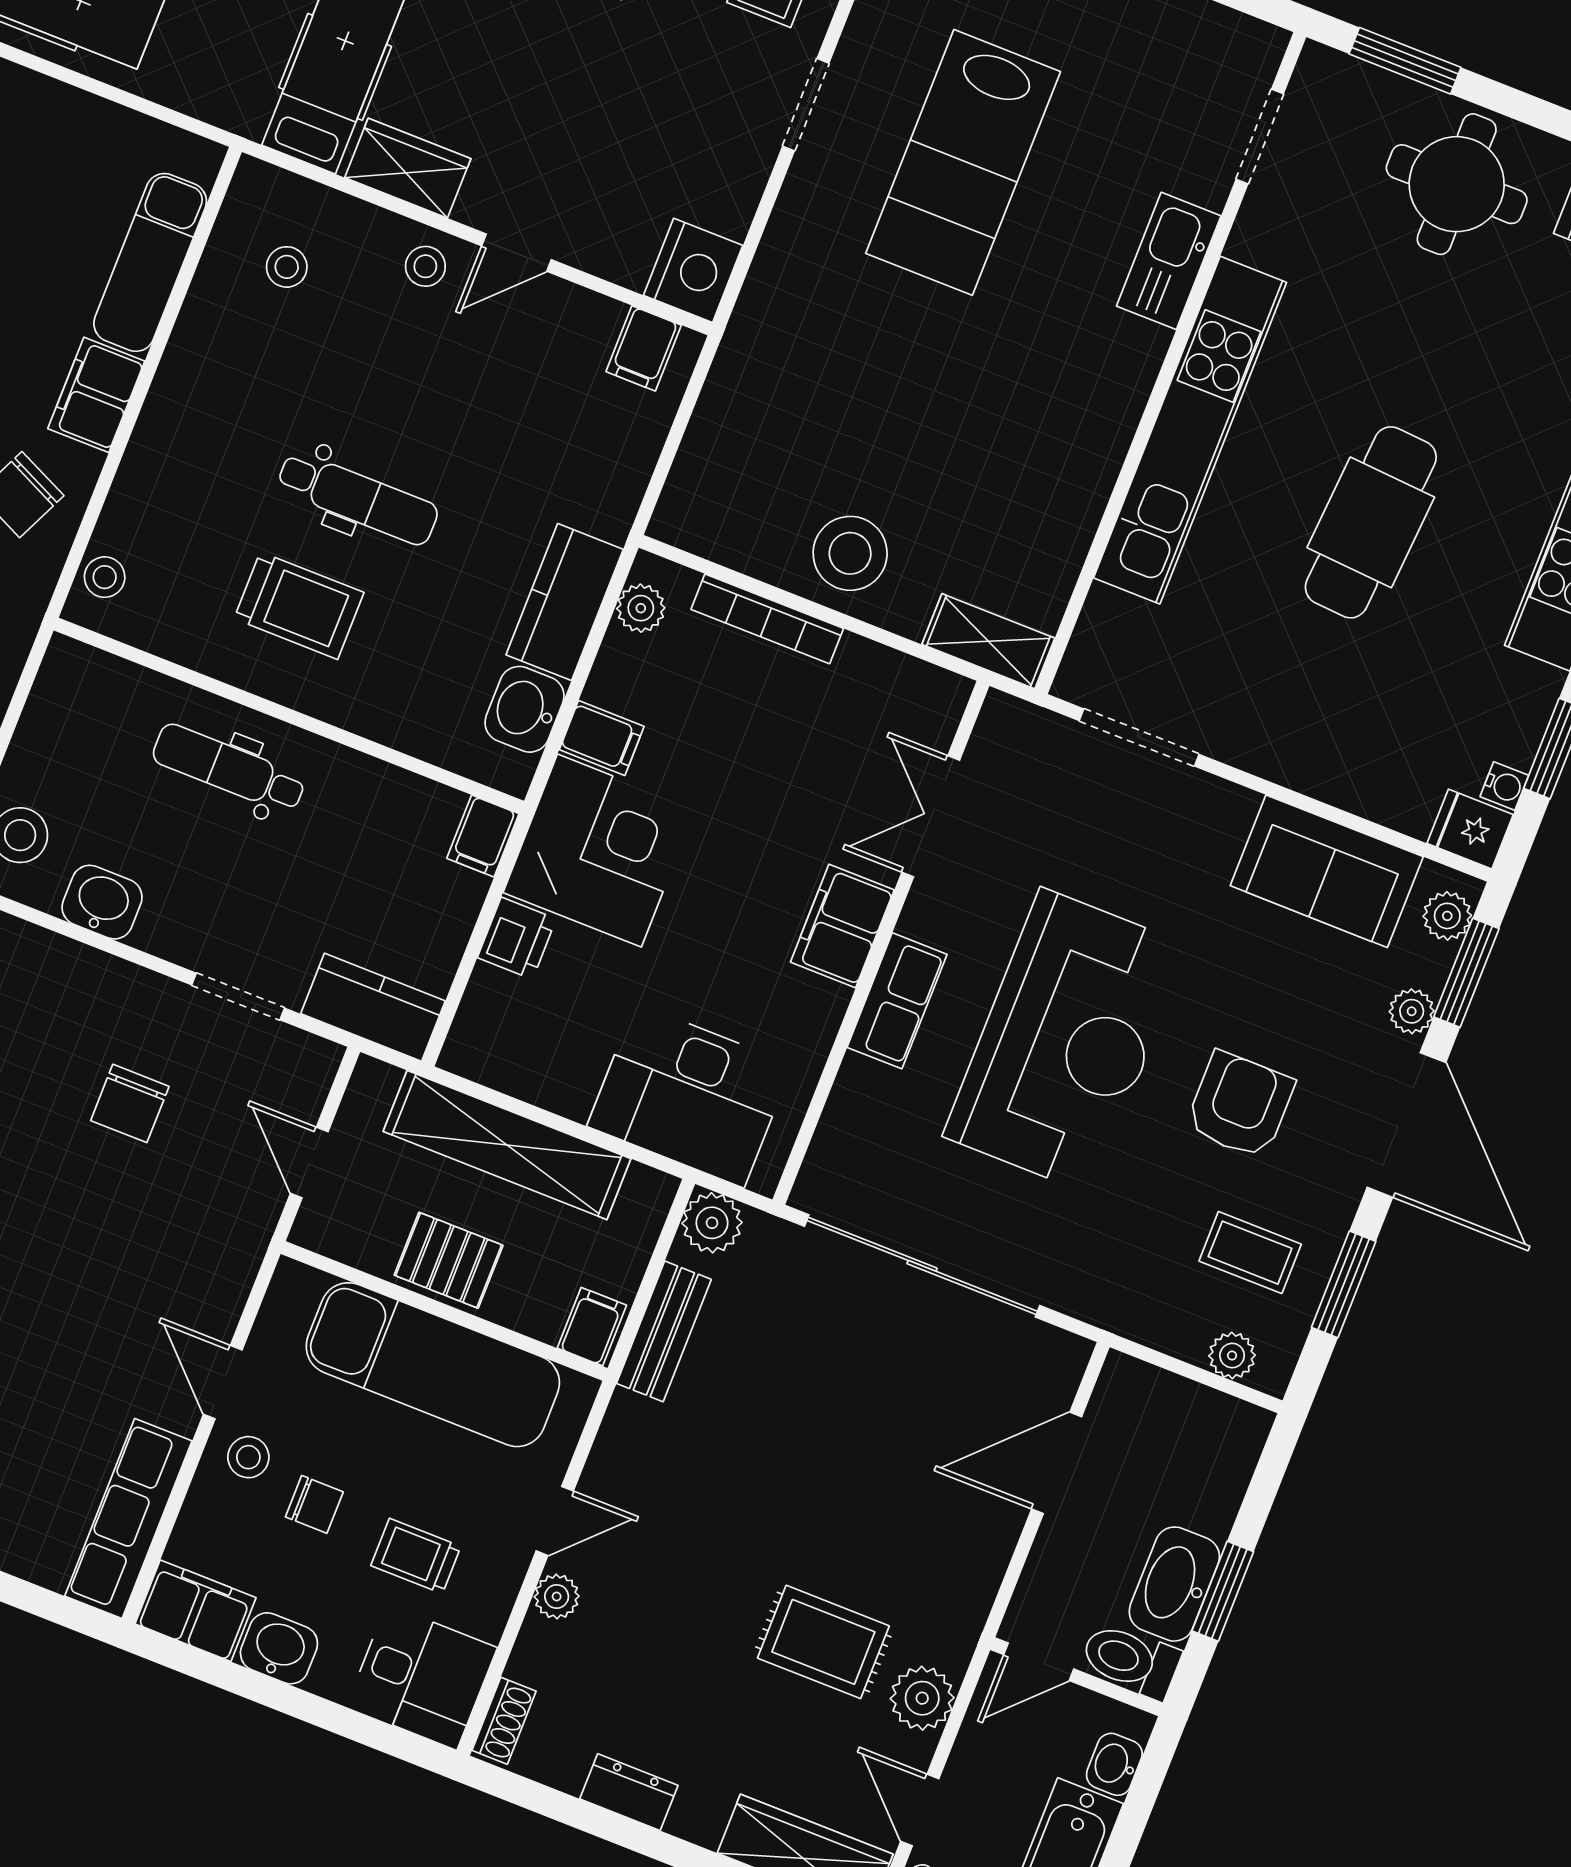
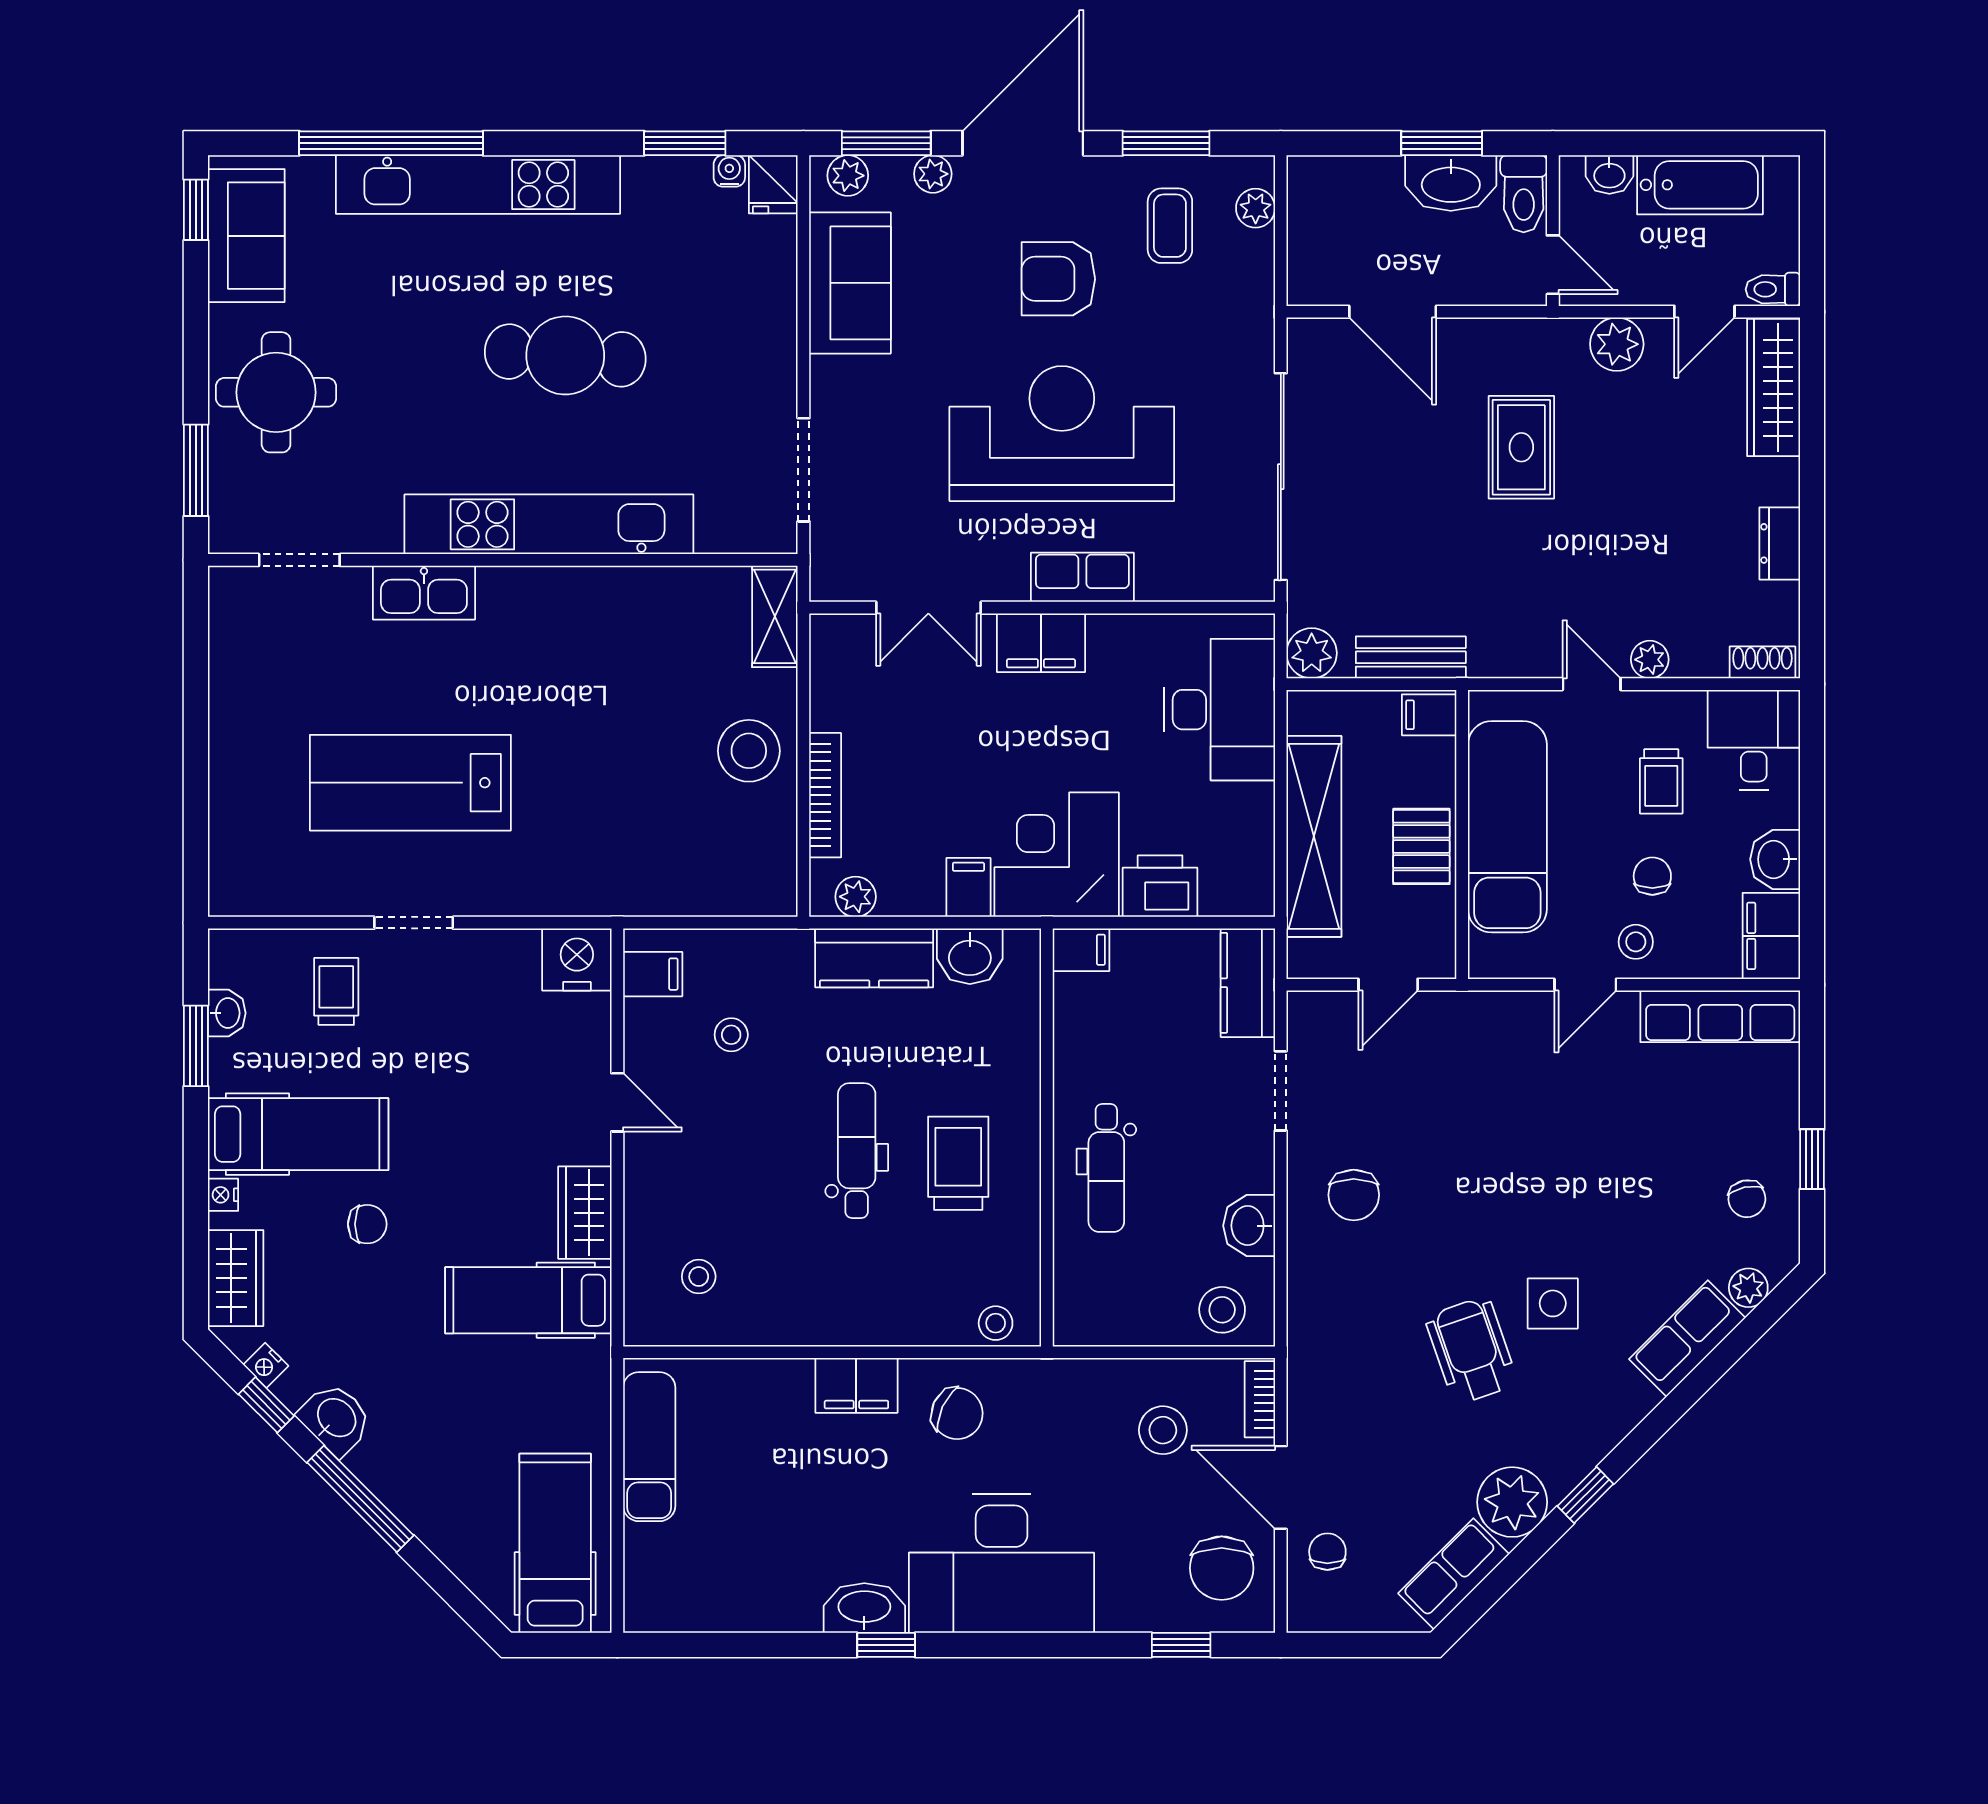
lab bench: (963, 162) -> (410, 783), turned 180
exam couch: (150, 262) -> (649, 1447), moved, turned -90
stool: (425, 266) -> (731, 1035), moved
printer: (517, 938) -> (1160, 886), width x1.36, depth x1.24
chair: (130, 1103) -> (1354, 1195), moved, turned 90
rug: (823, 1642) -> (1521, 447), moved

